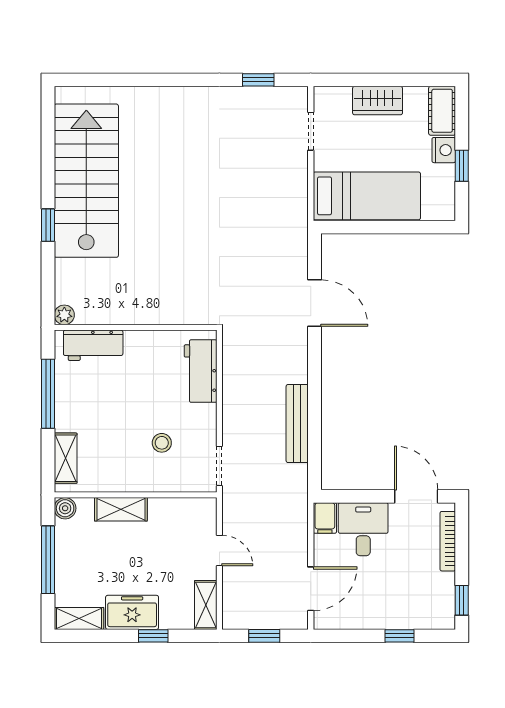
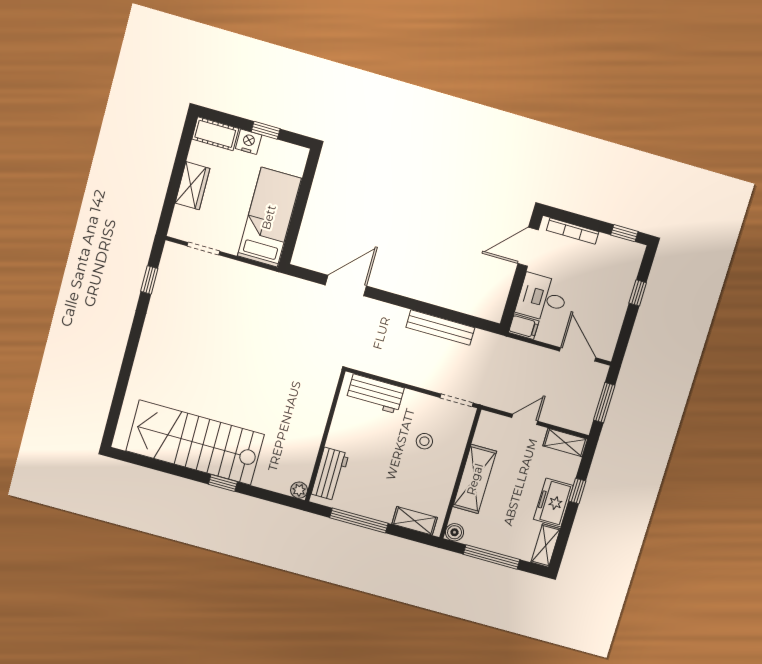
shelving: (121, 509) -> (475, 479), width x1.50, depth x1.33
window: (264, 636) -> (604, 403), width x1.50

